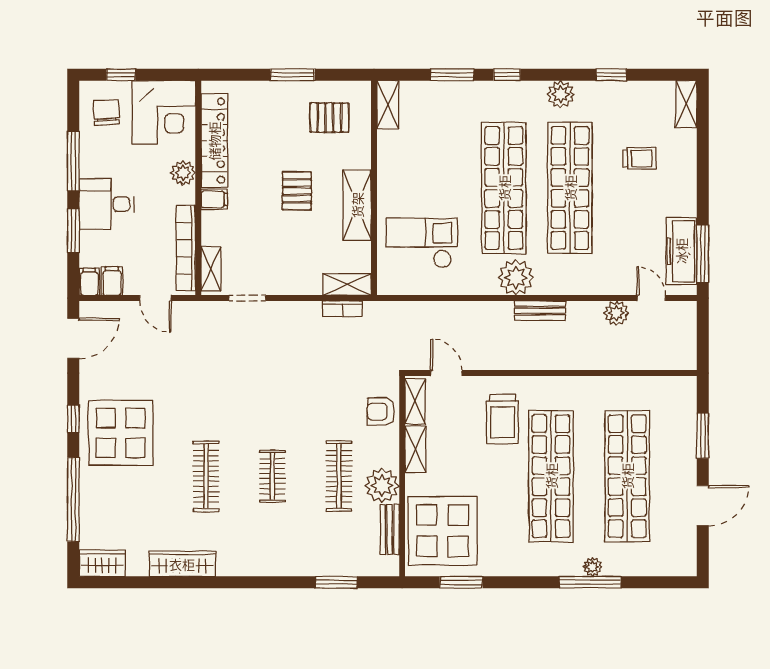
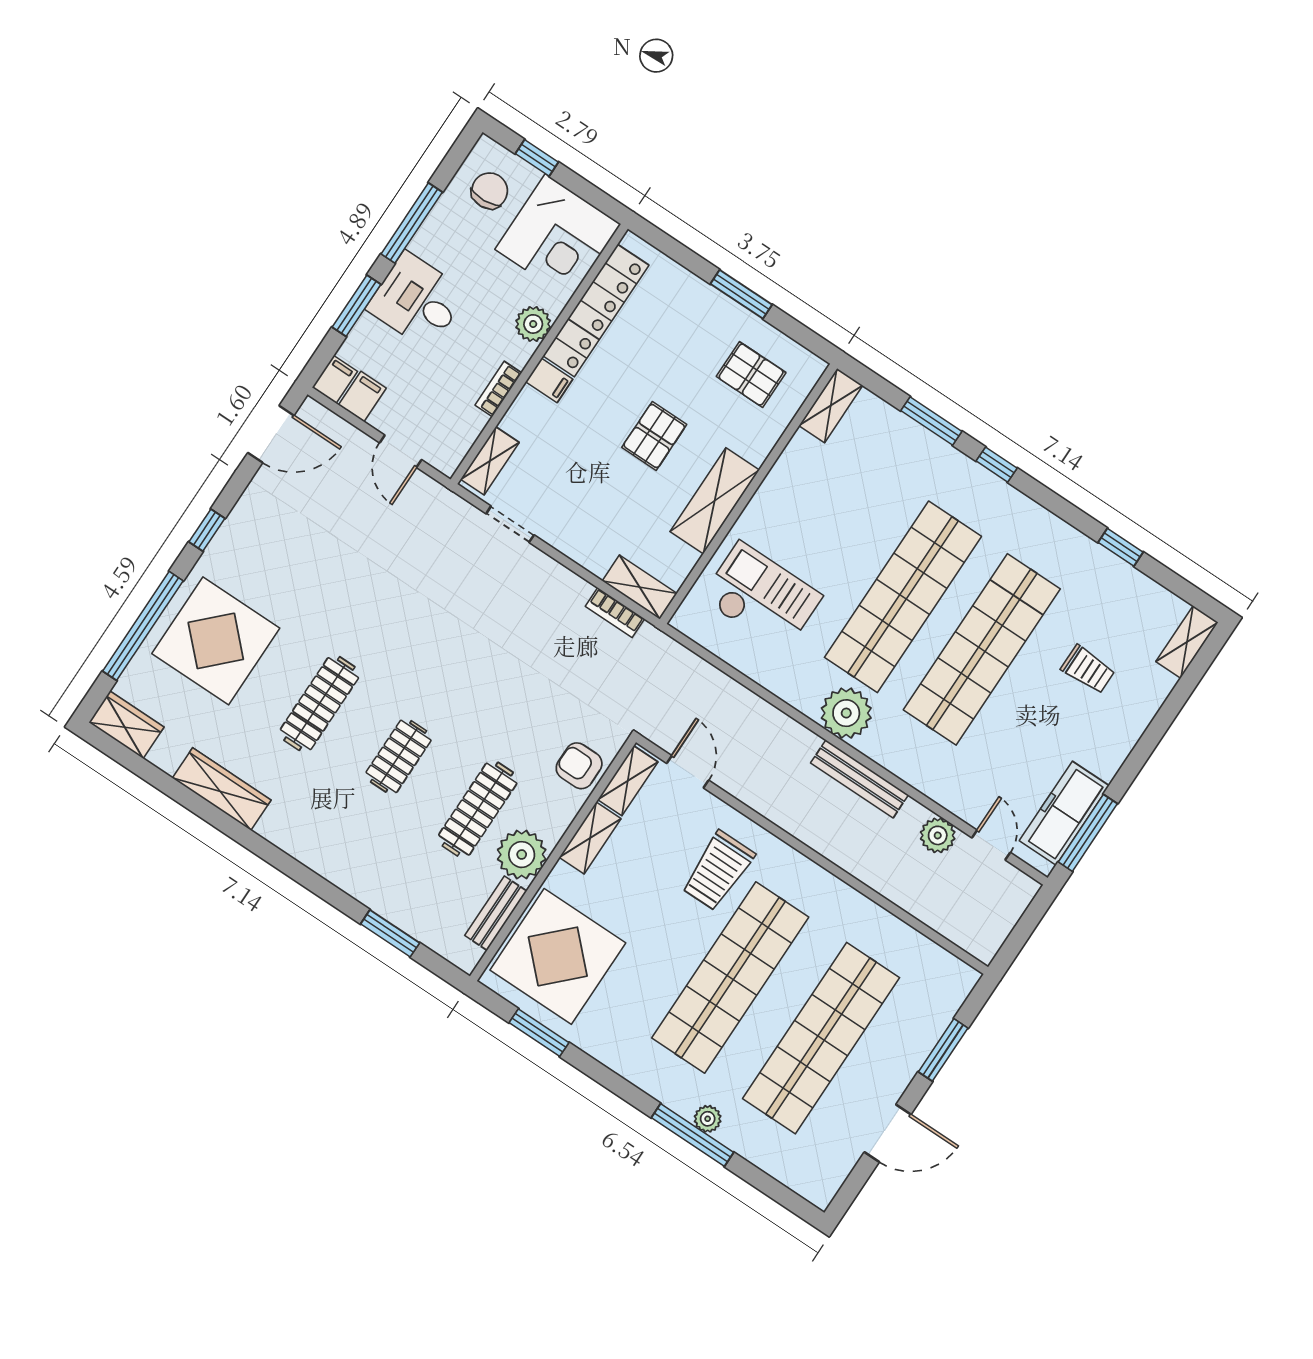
plant: (561, 94) -> (1045, 531), removed
bookcase: (186, 248) -> (498, 389), width x0.43, depth x0.76
bench: (540, 311) -> (859, 779), width x1.36
display table: (121, 433) -> (216, 641), moved

